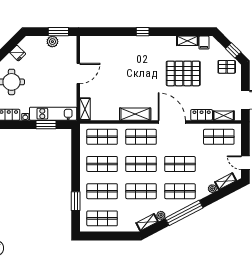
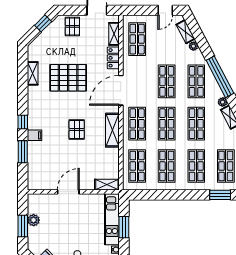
window: (58, 32) -> (23, 226), moved
window: (115, 32) -> (23, 152), added
filing cabinet: (204, 43) -> (35, 135), moved
pallet: (227, 67) -> (72, 26), moved
pallet: (183, 73) -> (68, 78), turned 90
door: (78, 74) -> (68, 192), hinge flipped
pallet: (136, 81) -> (77, 129), added
window: (76, 201) -> (220, 195), moved

